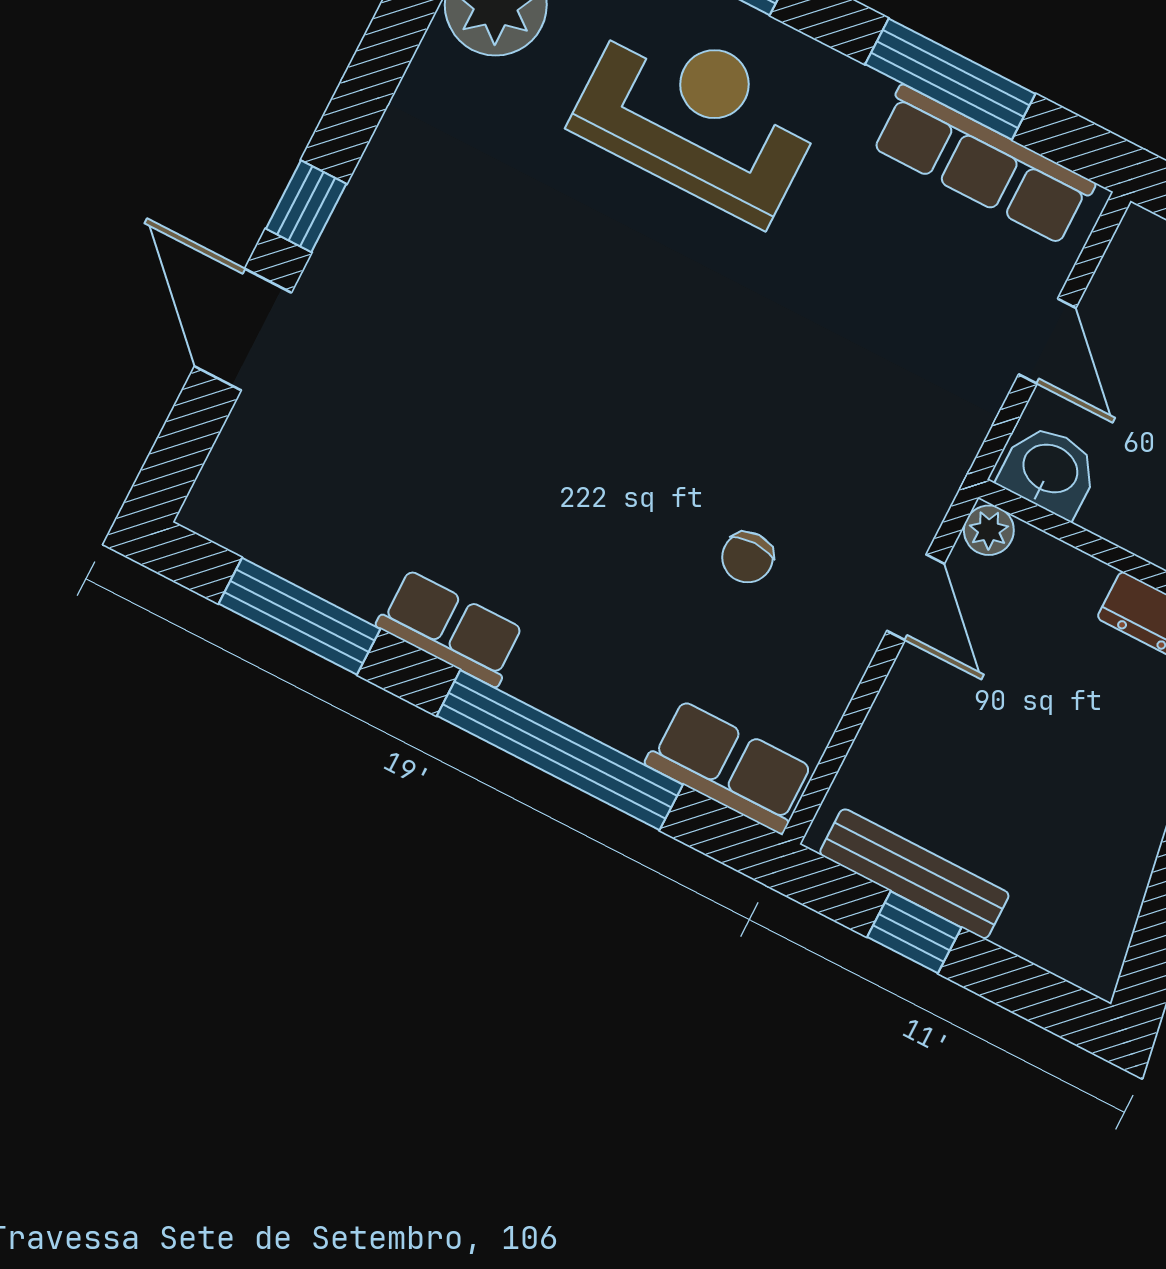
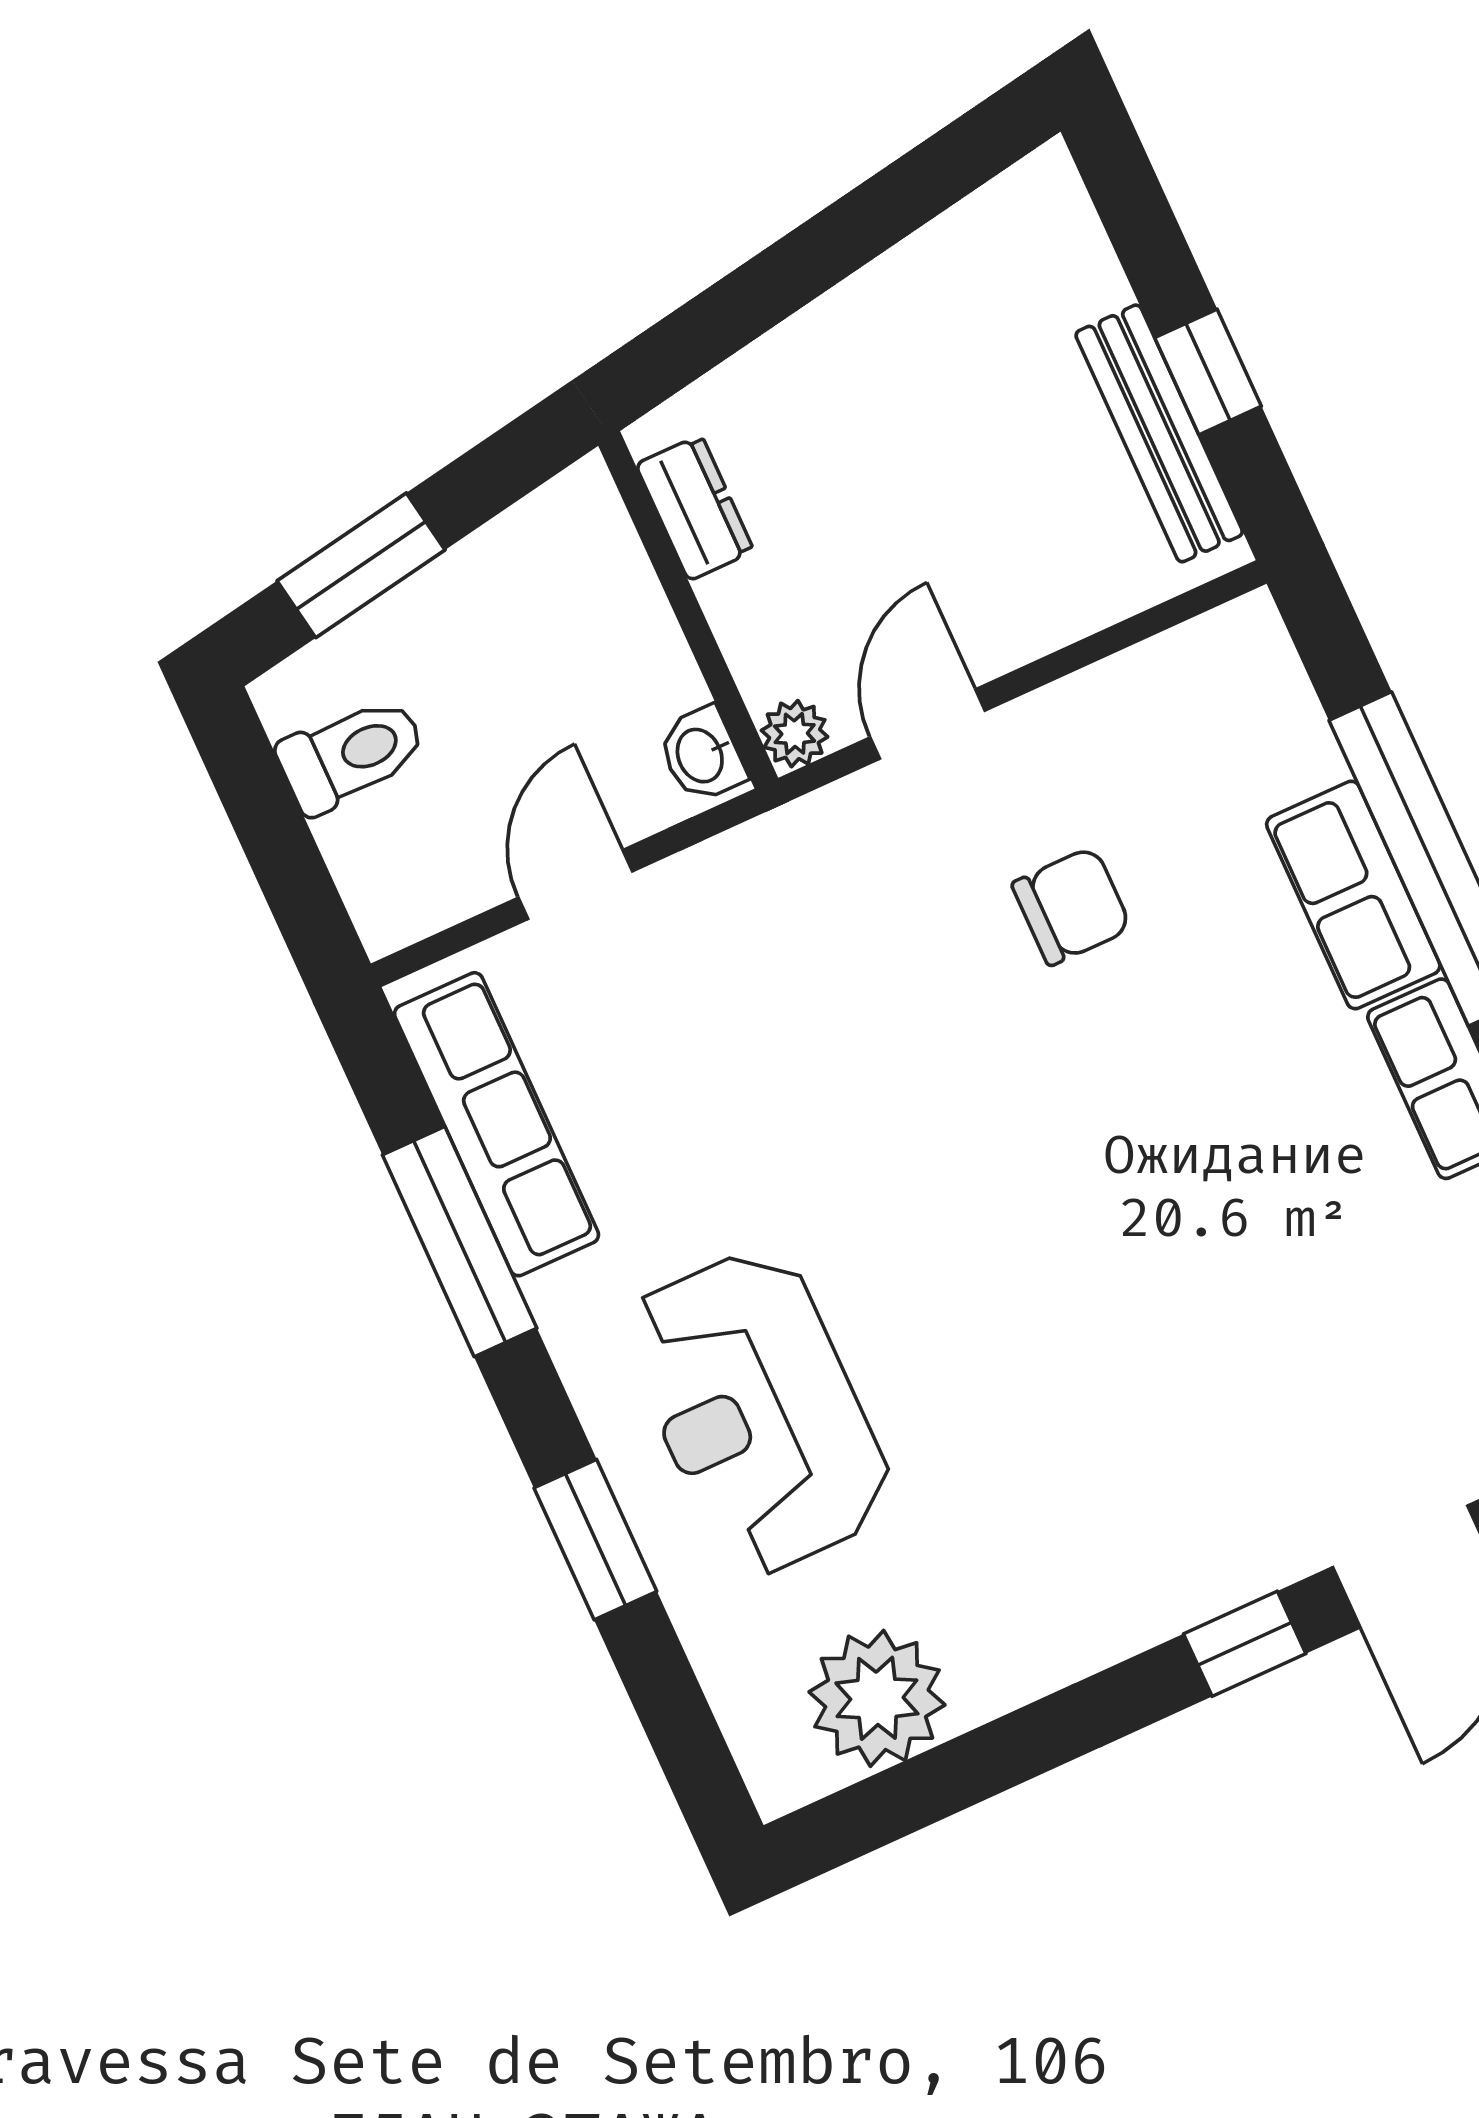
washbasin: (1049, 470) -> (702, 755), width x0.72, depth x0.69
chair: (748, 557) -> (1072, 906), width x1.37, depth x1.37
row of seats: (730, 767) -> (1353, 895), moved

